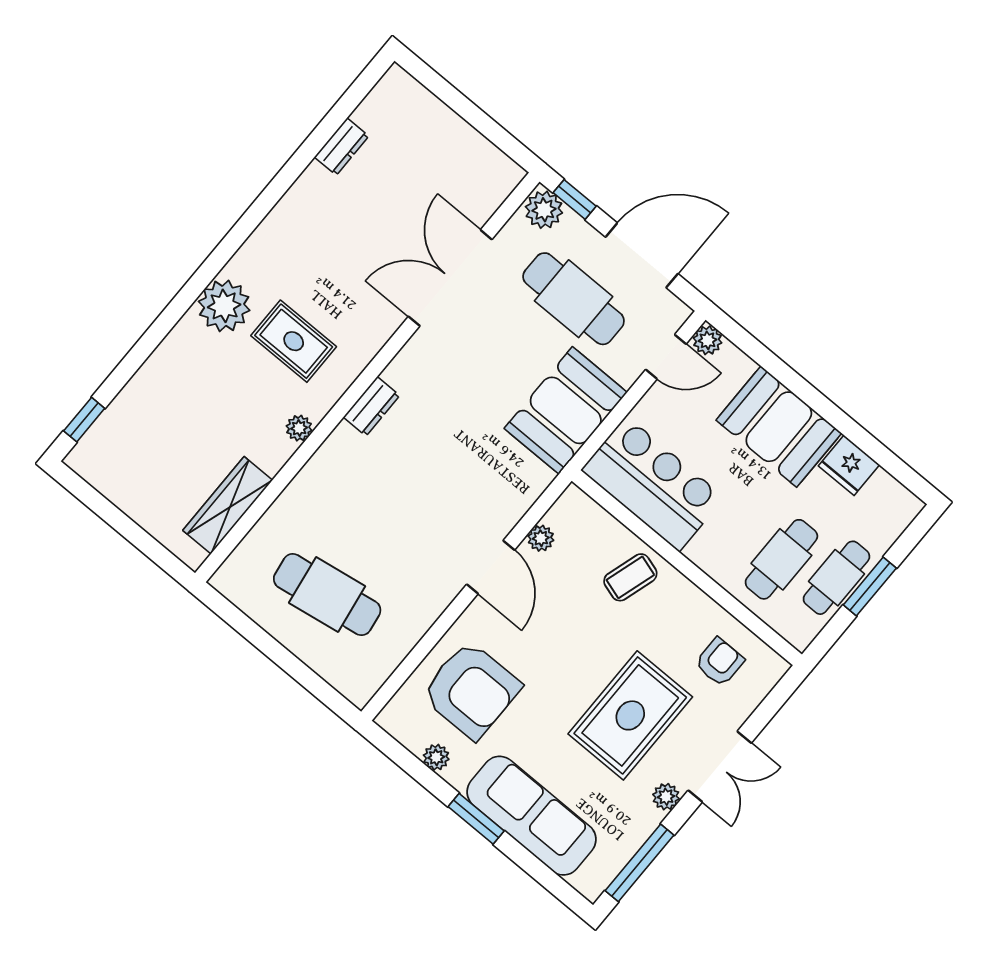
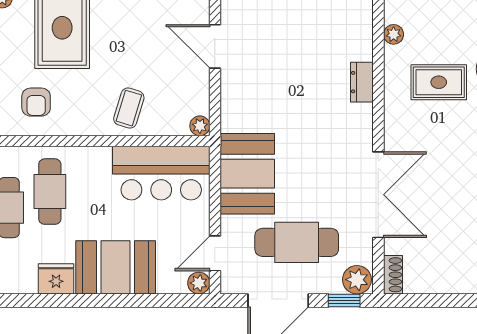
shoe rack: (503, 184) -> (393, 275), added
plant: (541, 538) -> (200, 126), moved

